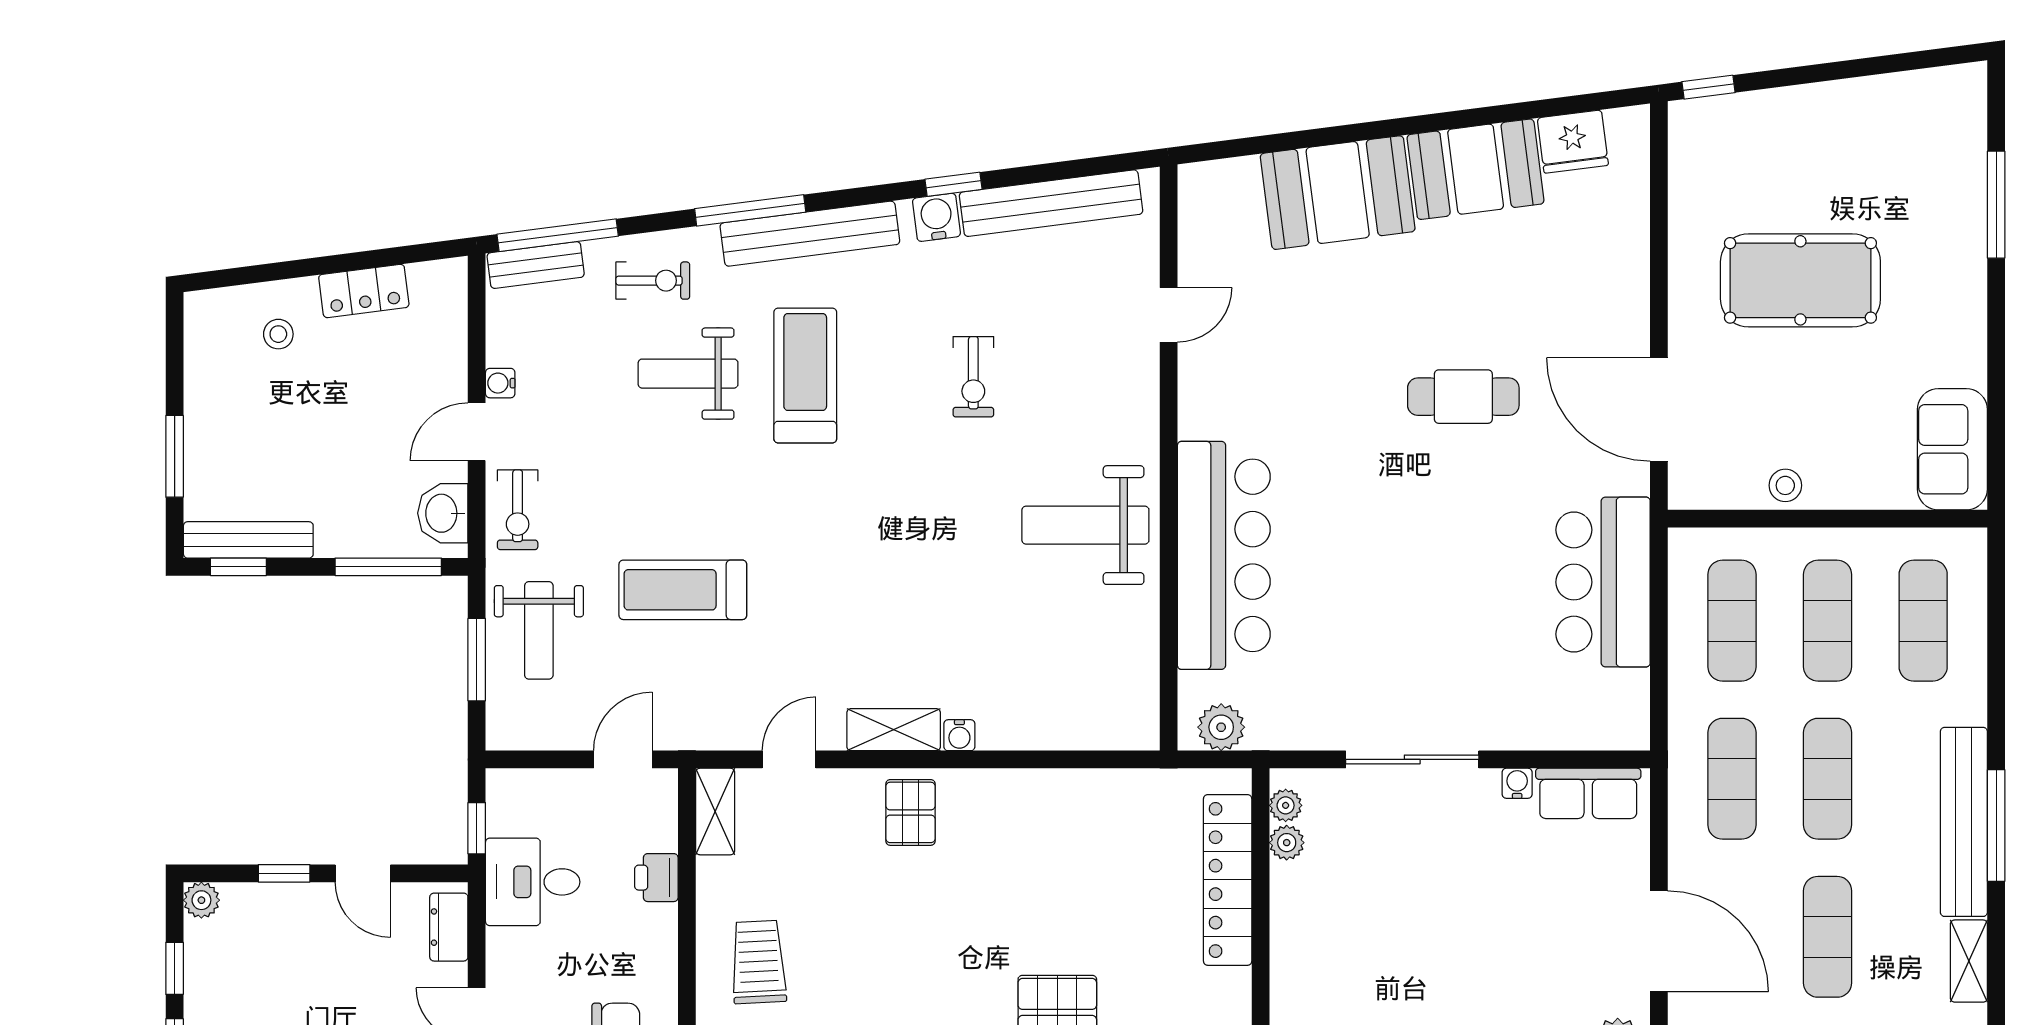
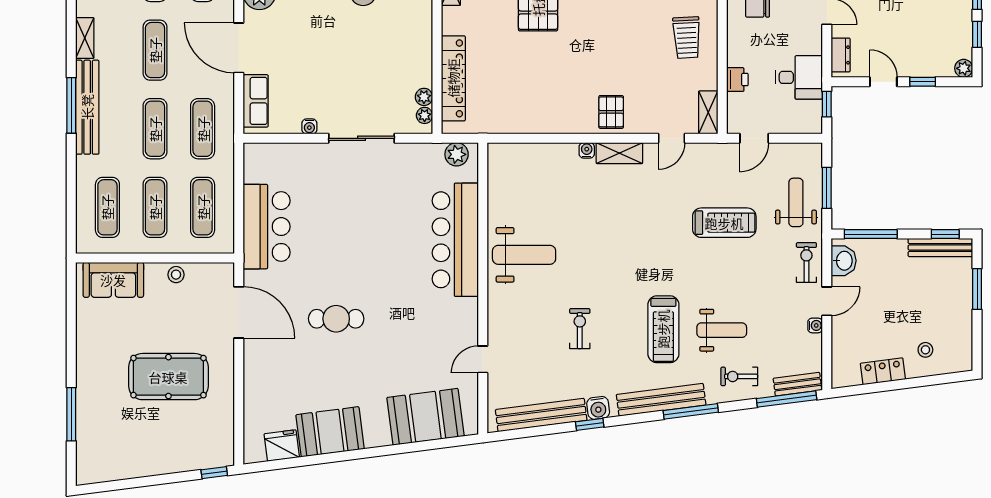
booth: (1338, 193) -> (425, 417), moved
sofa: (1952, 449) -> (113, 280), moved, turned 90
row of seats: (1588, 793) -> (256, 101), moved, turned 90

